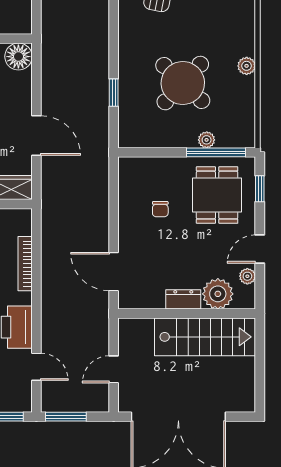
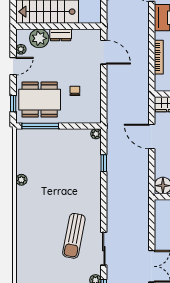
round table: (183, 83) -> (61, 169), removed
plant: (207, 140) -> (96, 134), moved
dining table: (217, 195) -> (40, 100), width x1.38

